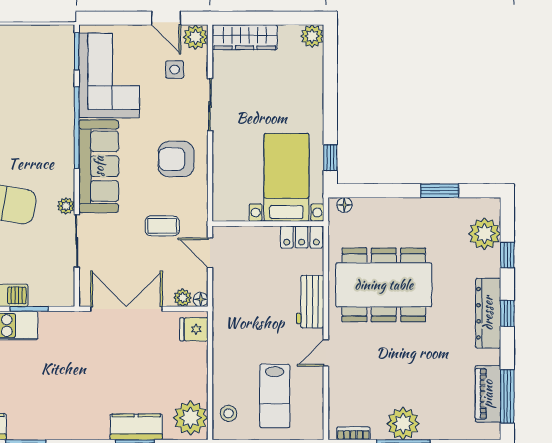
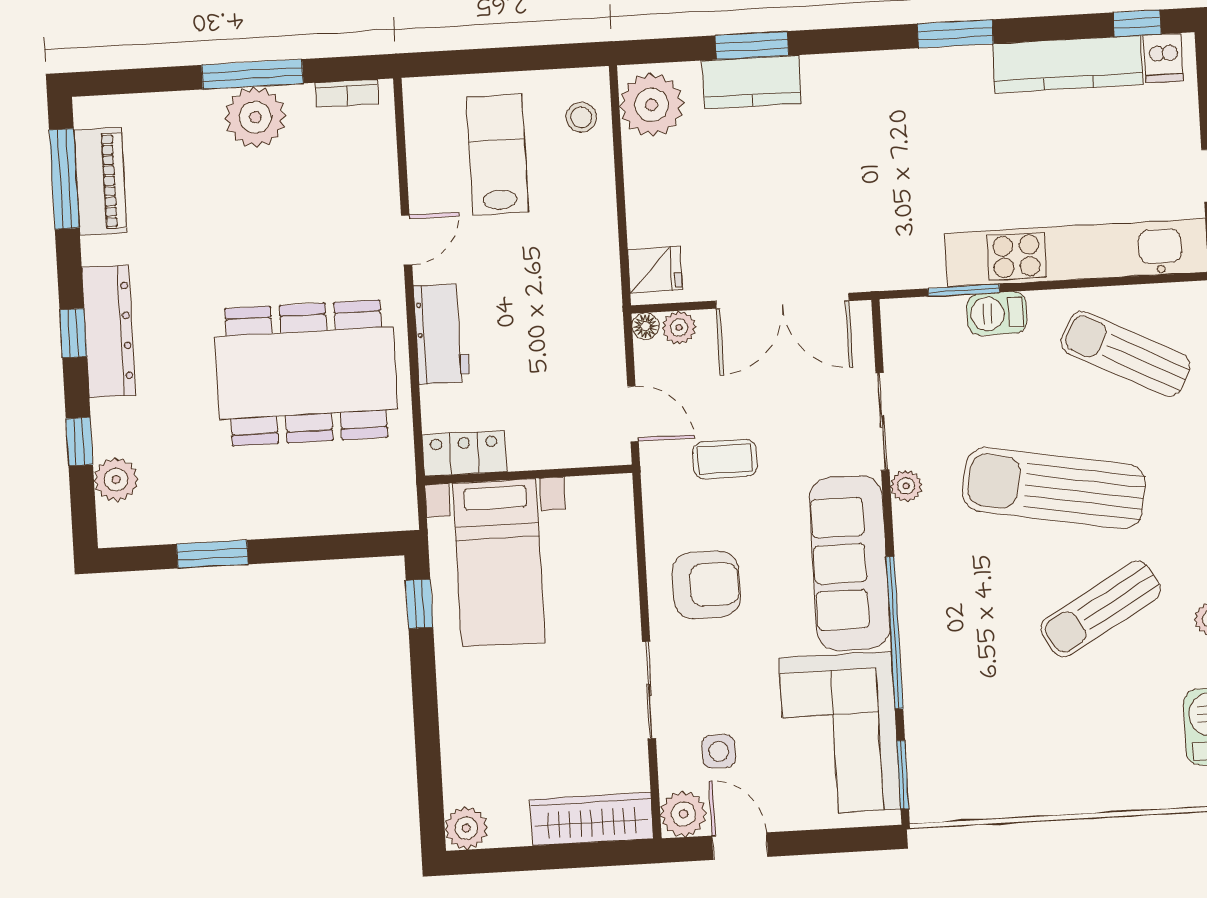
floor lamp: (344, 205) -> (388, 518), removed
plant: (485, 234) -> (116, 480), width x0.73, depth x0.73

